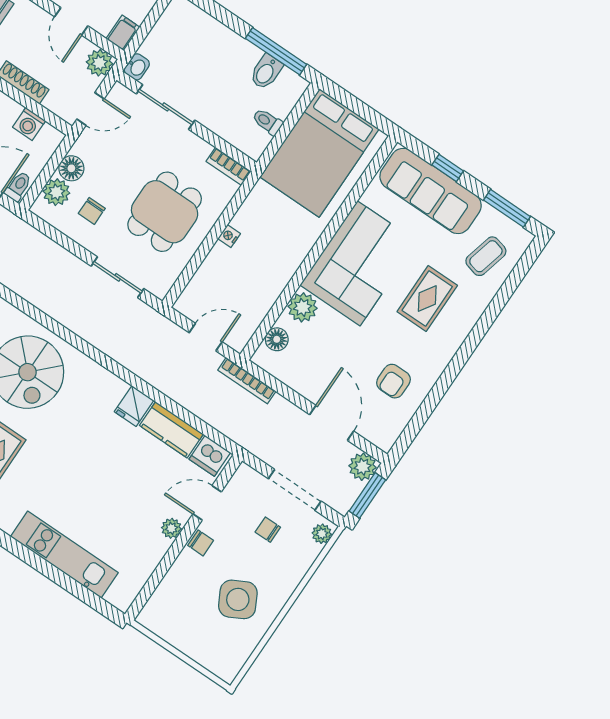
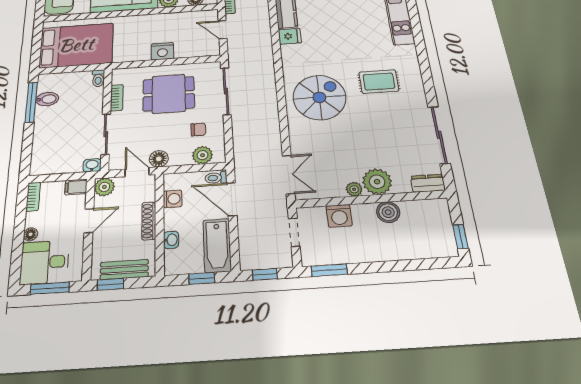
toilet: (267, 122) -> (98, 78), moved
bookcase: (228, 166) -> (117, 98), moved
floor lamp: (71, 168) -> (159, 159), moved
nightstand: (229, 236) -> (162, 51), width x1.89, depth x1.79
sliding door: (118, 277) -> (226, 91), width x1.37

